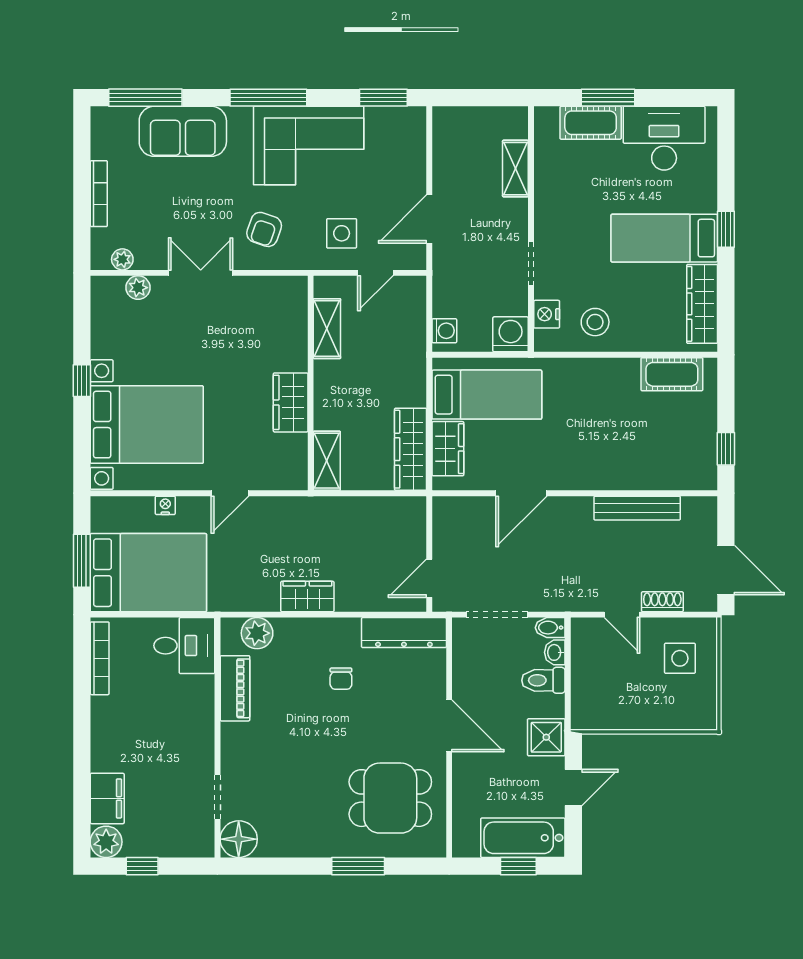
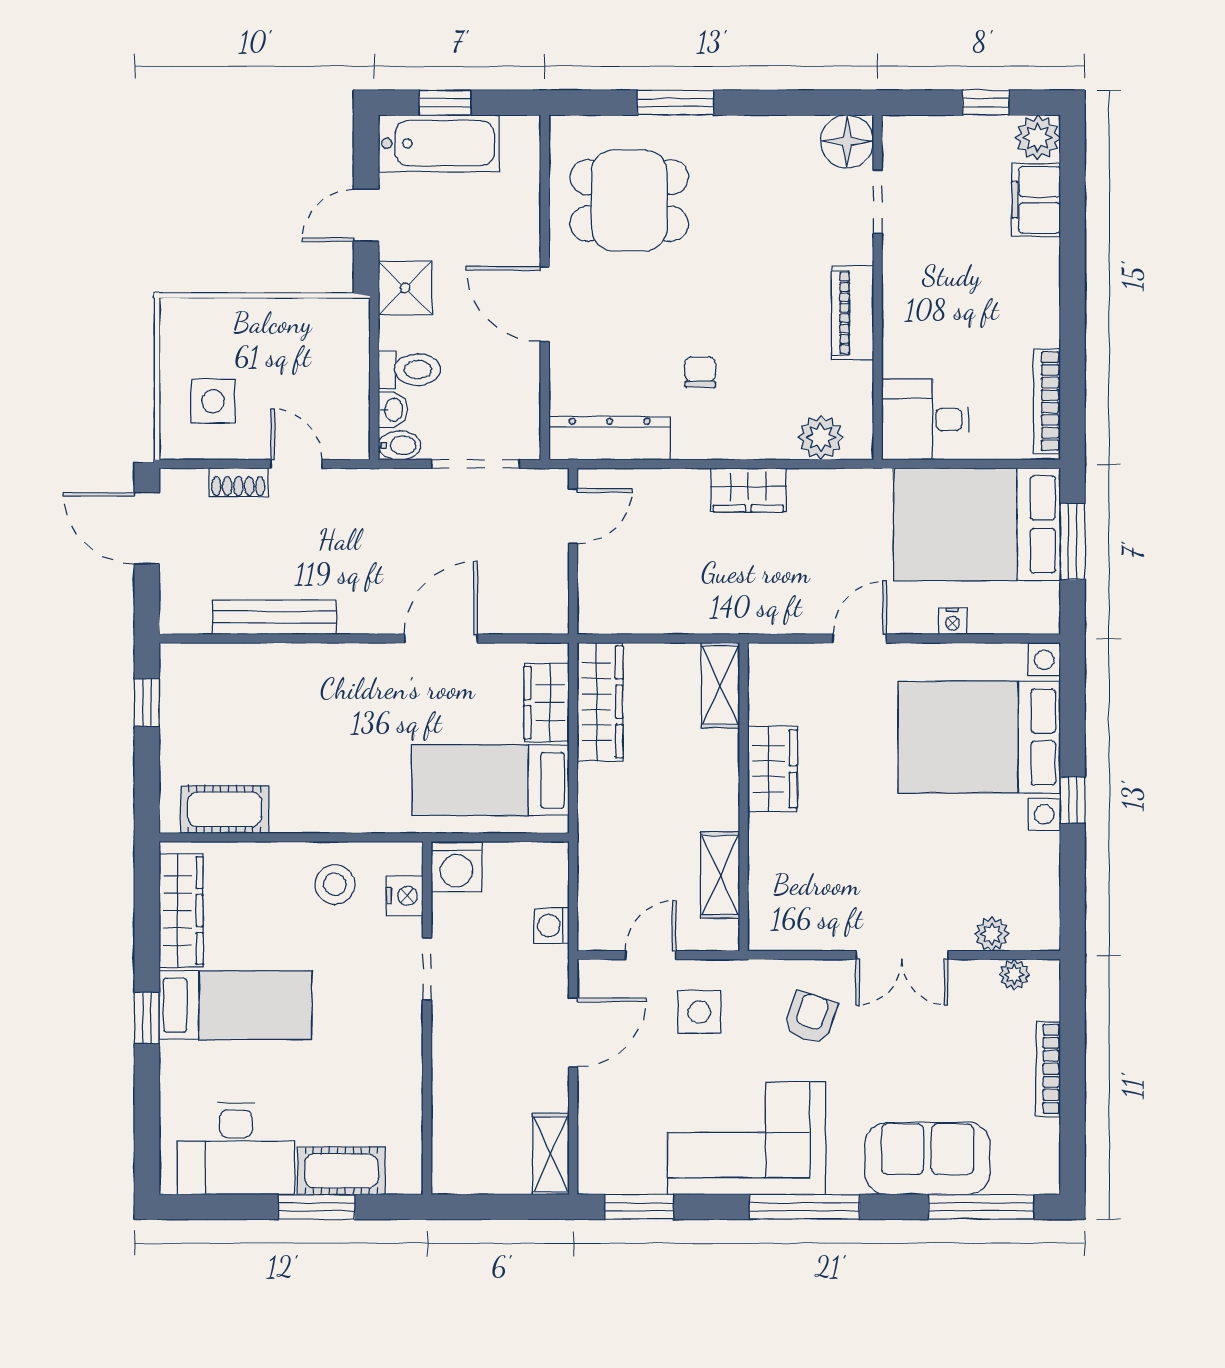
shelving: (515, 169) -> (551, 1154), moved
washing machine: (444, 331) -> (552, 926), moved
piano: (235, 688) -> (853, 313), moved

